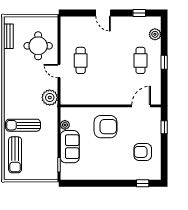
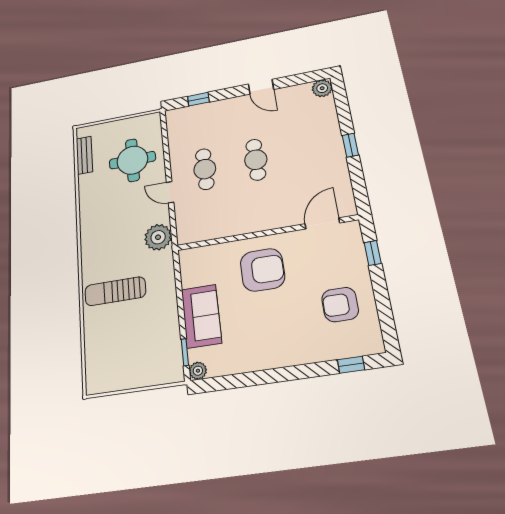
door: (103, 13) -> (261, 87), moved
window: (139, 13) -> (198, 99), moved
plant: (155, 34) -> (322, 88), moved
cafe table: (140, 60) -> (256, 160), moved
plant: (65, 125) -> (198, 371), moved
sun lounger: (15, 155) -> (104, 346), removed

